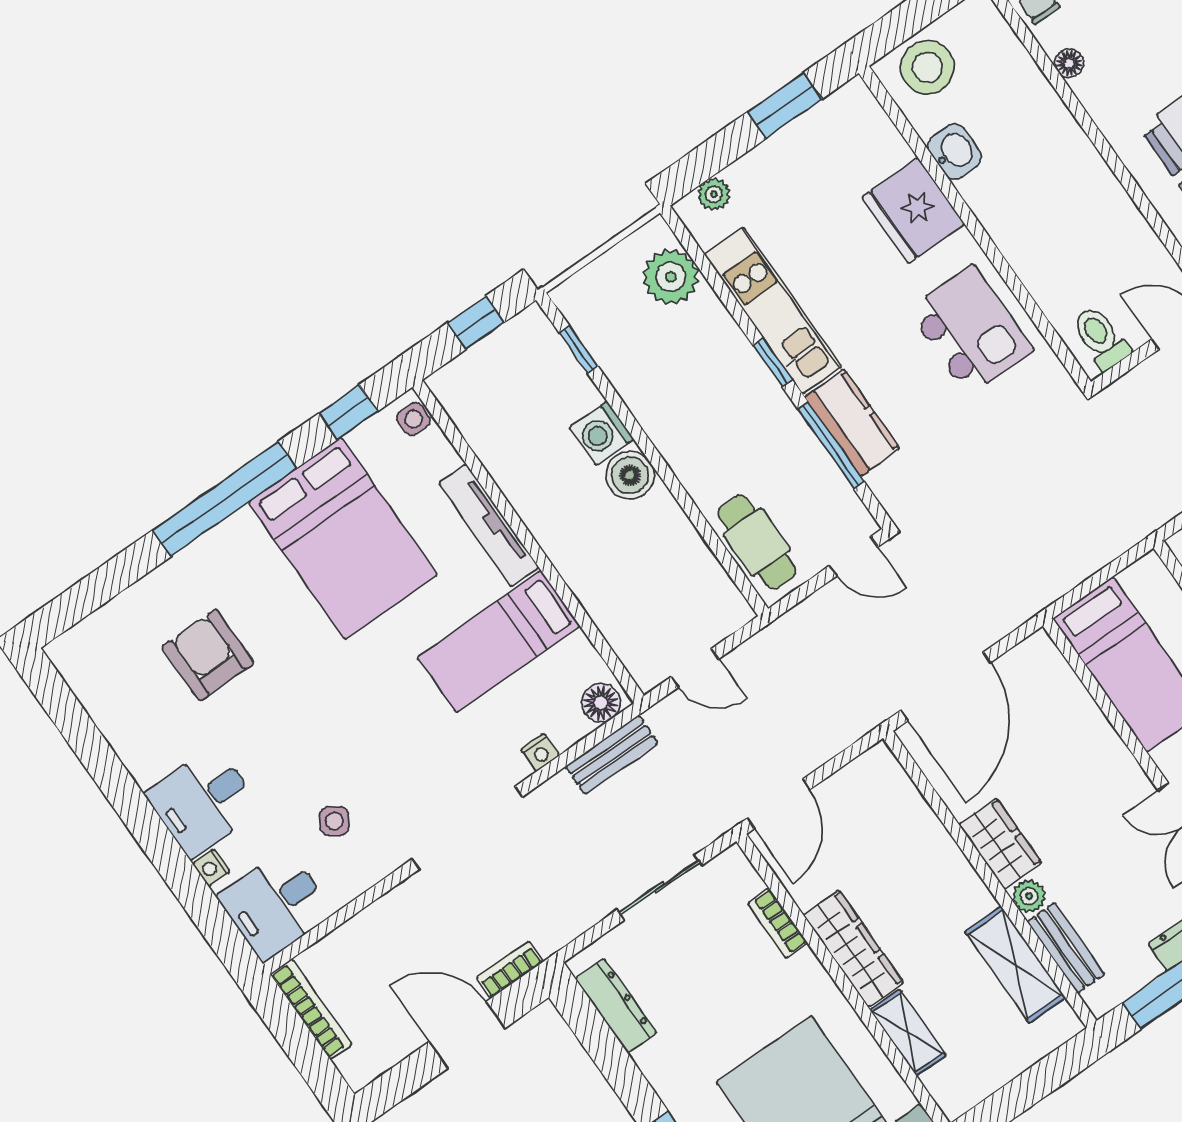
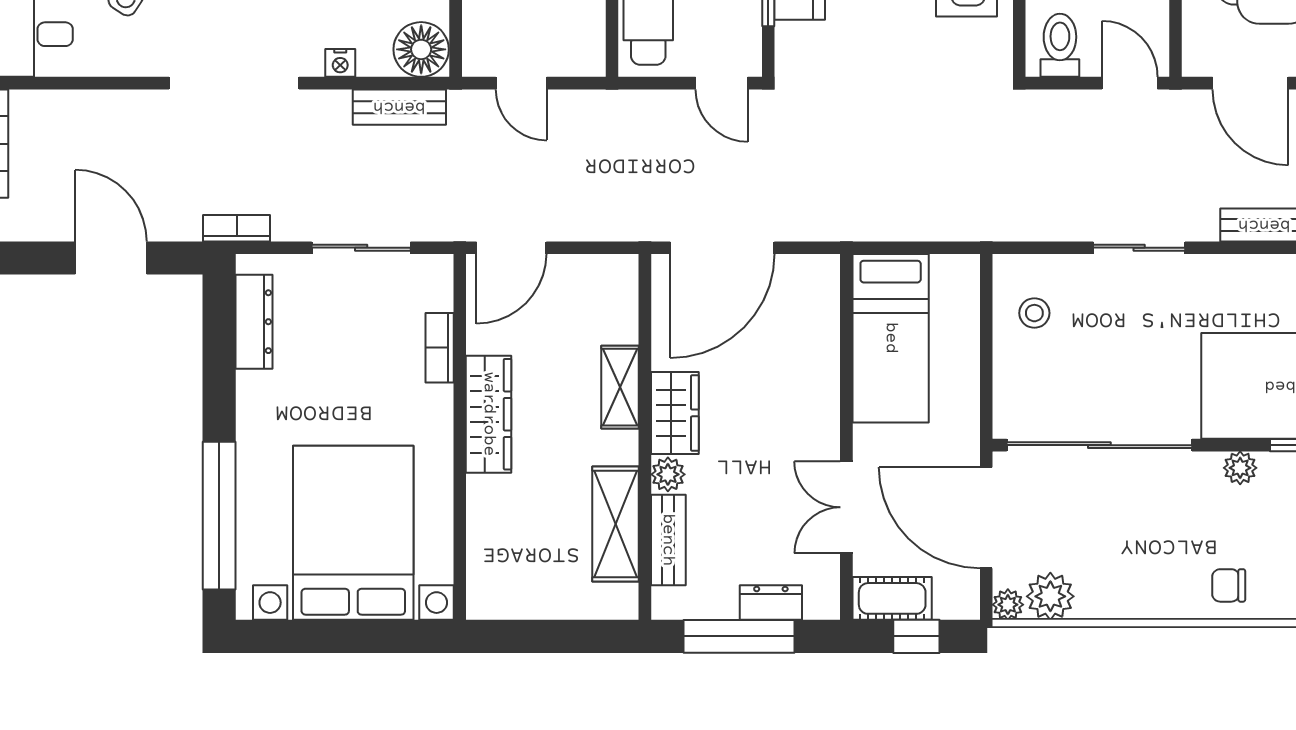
floor lamp: (601, 703) -> (421, 49), width x1.38, depth x1.38
bookcase: (510, 970) -> (237, 228), moved
shelving: (908, 1033) -> (620, 387), moved

